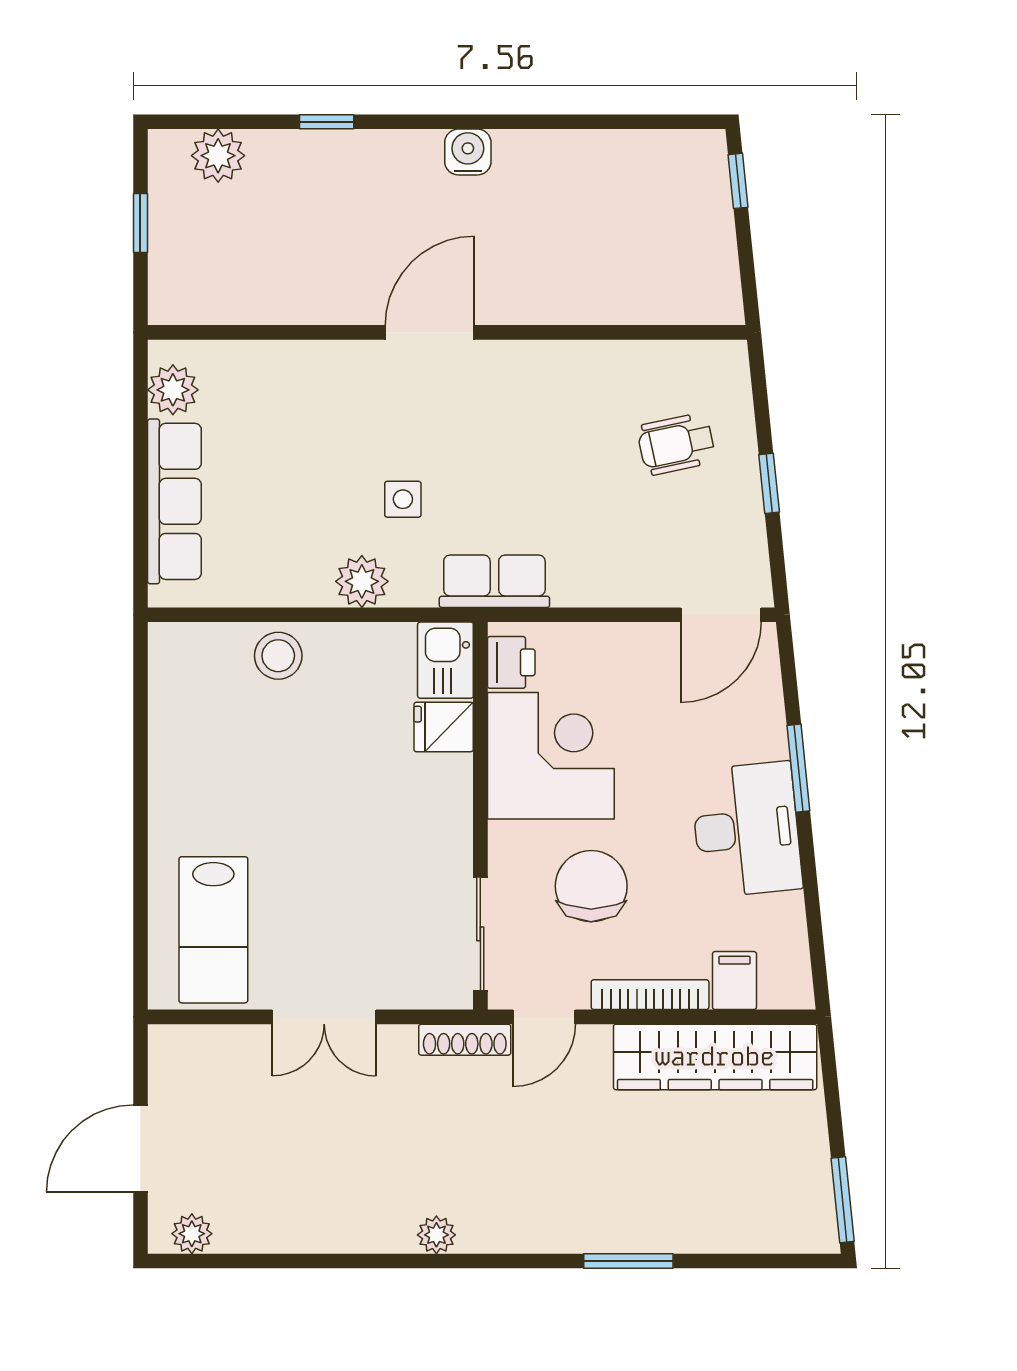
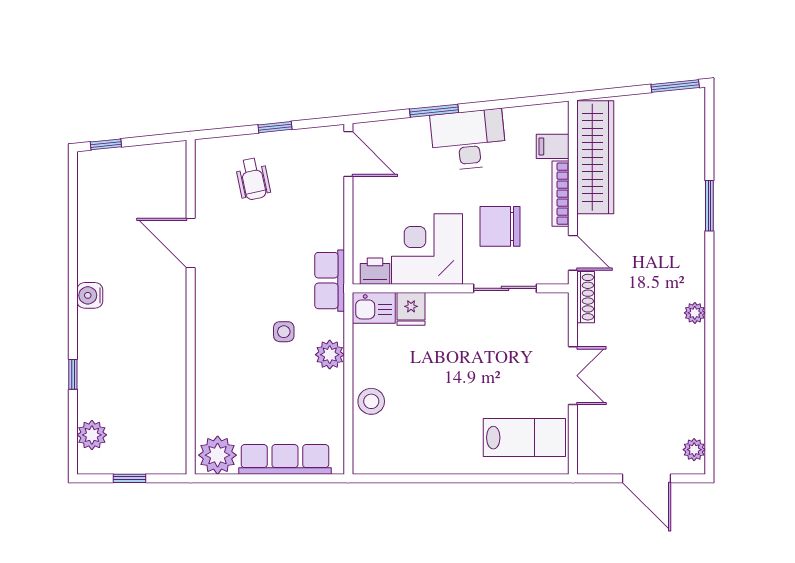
door: (430, 332) -> (191, 243), moved
plant: (173, 390) -> (218, 455), width x1.36, depth x1.36
sliding door: (480, 934) -> (505, 288), moved

